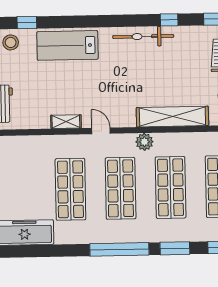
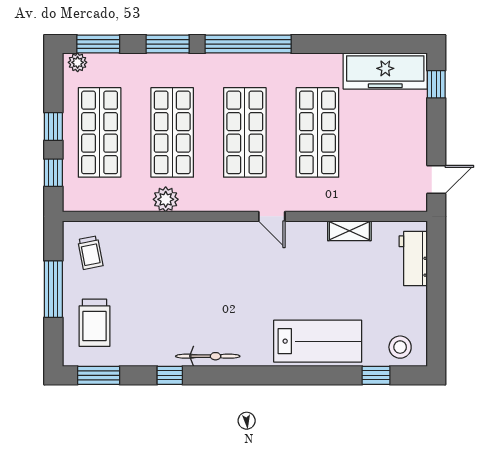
bicycle: (143, 36) -> (208, 356), width x0.73, depth x0.71
shelving: (172, 117) -> (168, 235), removed
shelving: (66, 122) -> (349, 231), moved
plant: (144, 142) -> (166, 199), moved

